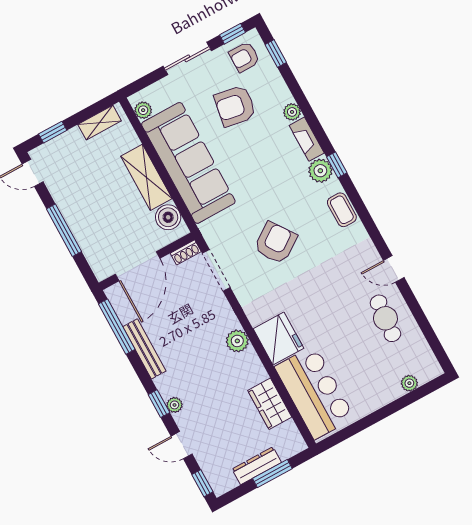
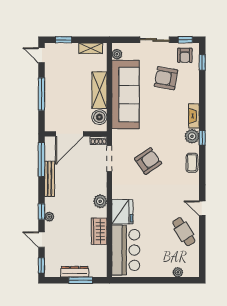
armchair: (244, 57) -> (185, 55), turned -90
plant: (292, 112) -> (194, 98), removed
cafe table: (385, 318) -> (184, 232), turned -37
wardrobe: (270, 404) -> (99, 231), moved

